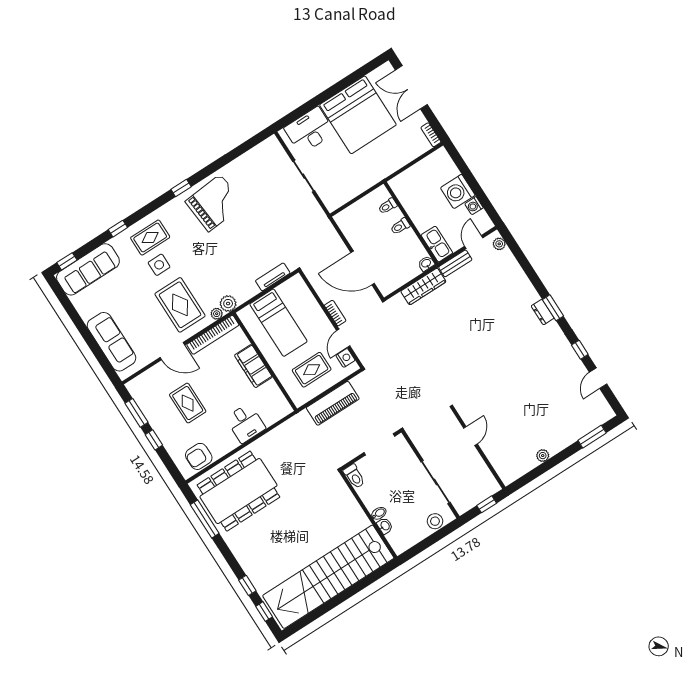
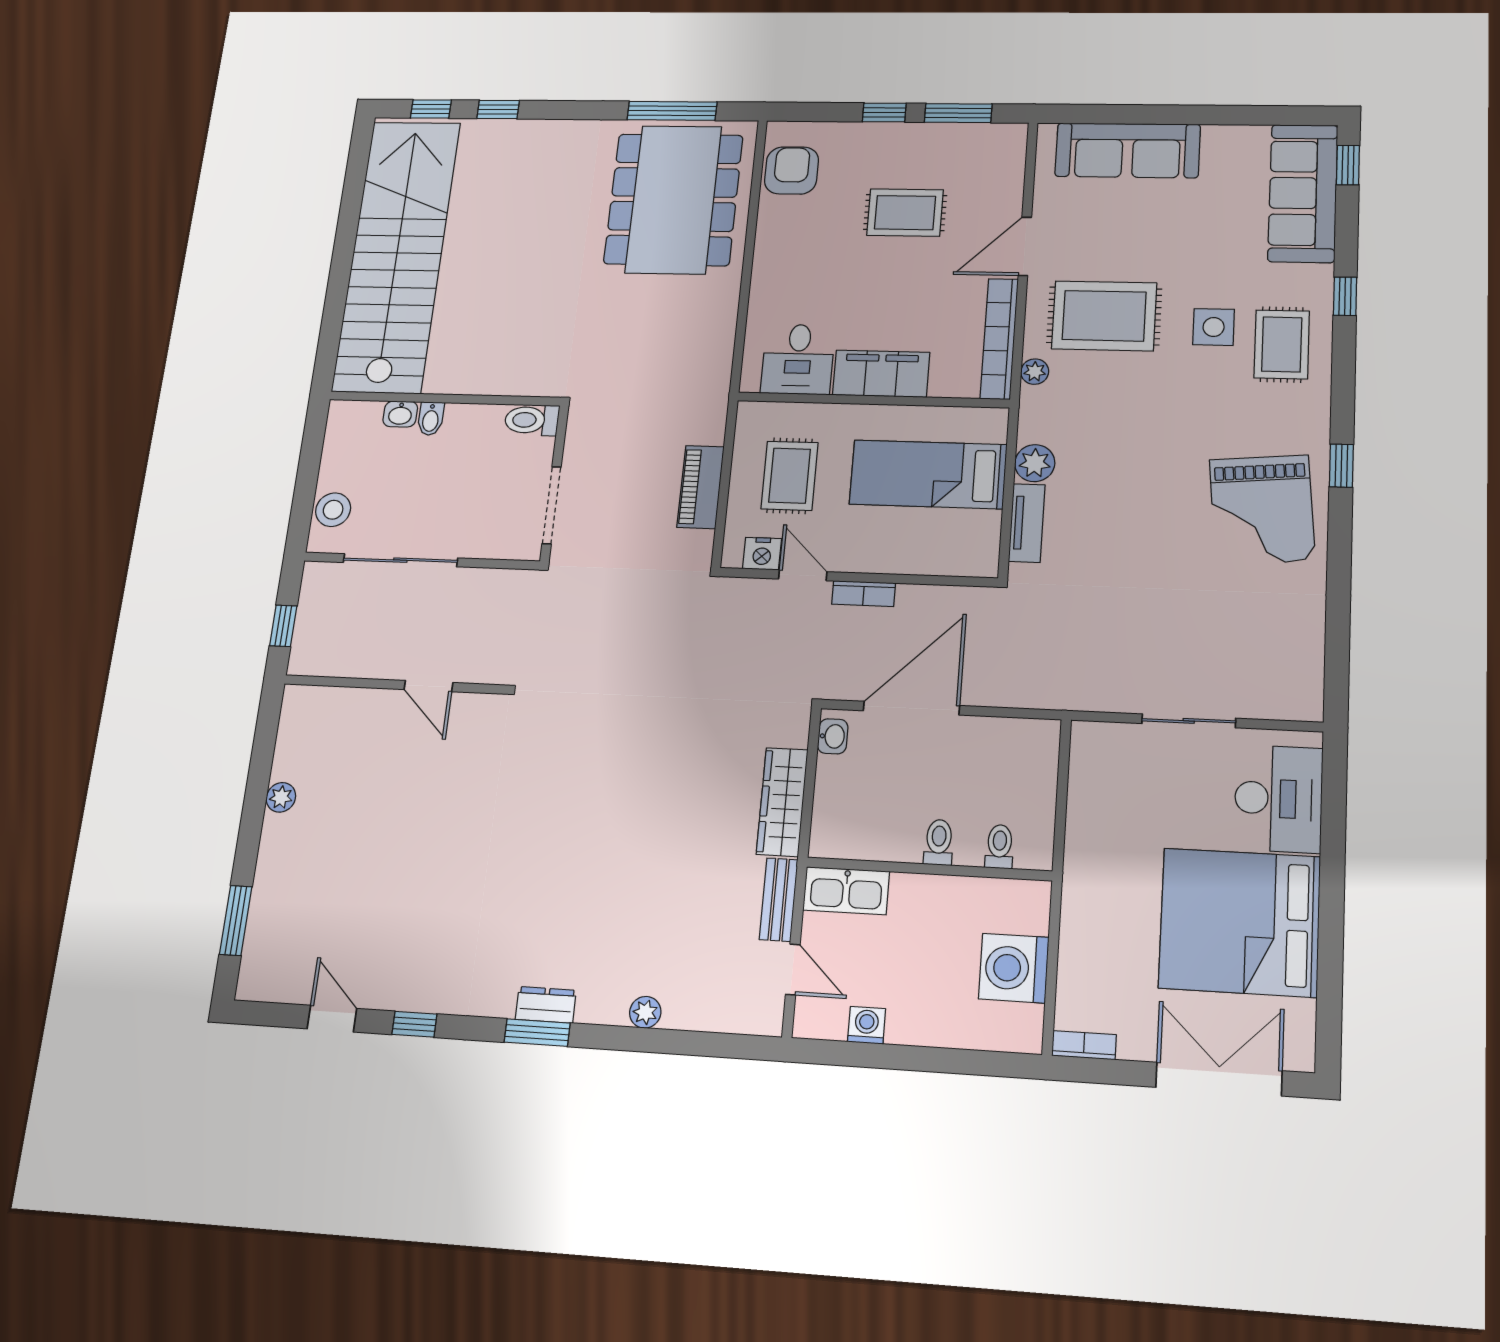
washing machine: (458, 191) -> (1014, 968), moved, turned -90
plant: (499, 244) -> (645, 1012), moved
washbasin: (426, 263) -> (833, 736), moved
plant: (228, 304) -> (1035, 463), moved
piano: (333, 403) -> (701, 487), width x0.73, depth x0.75
desk: (245, 423) -> (798, 359), moved, turned -90

